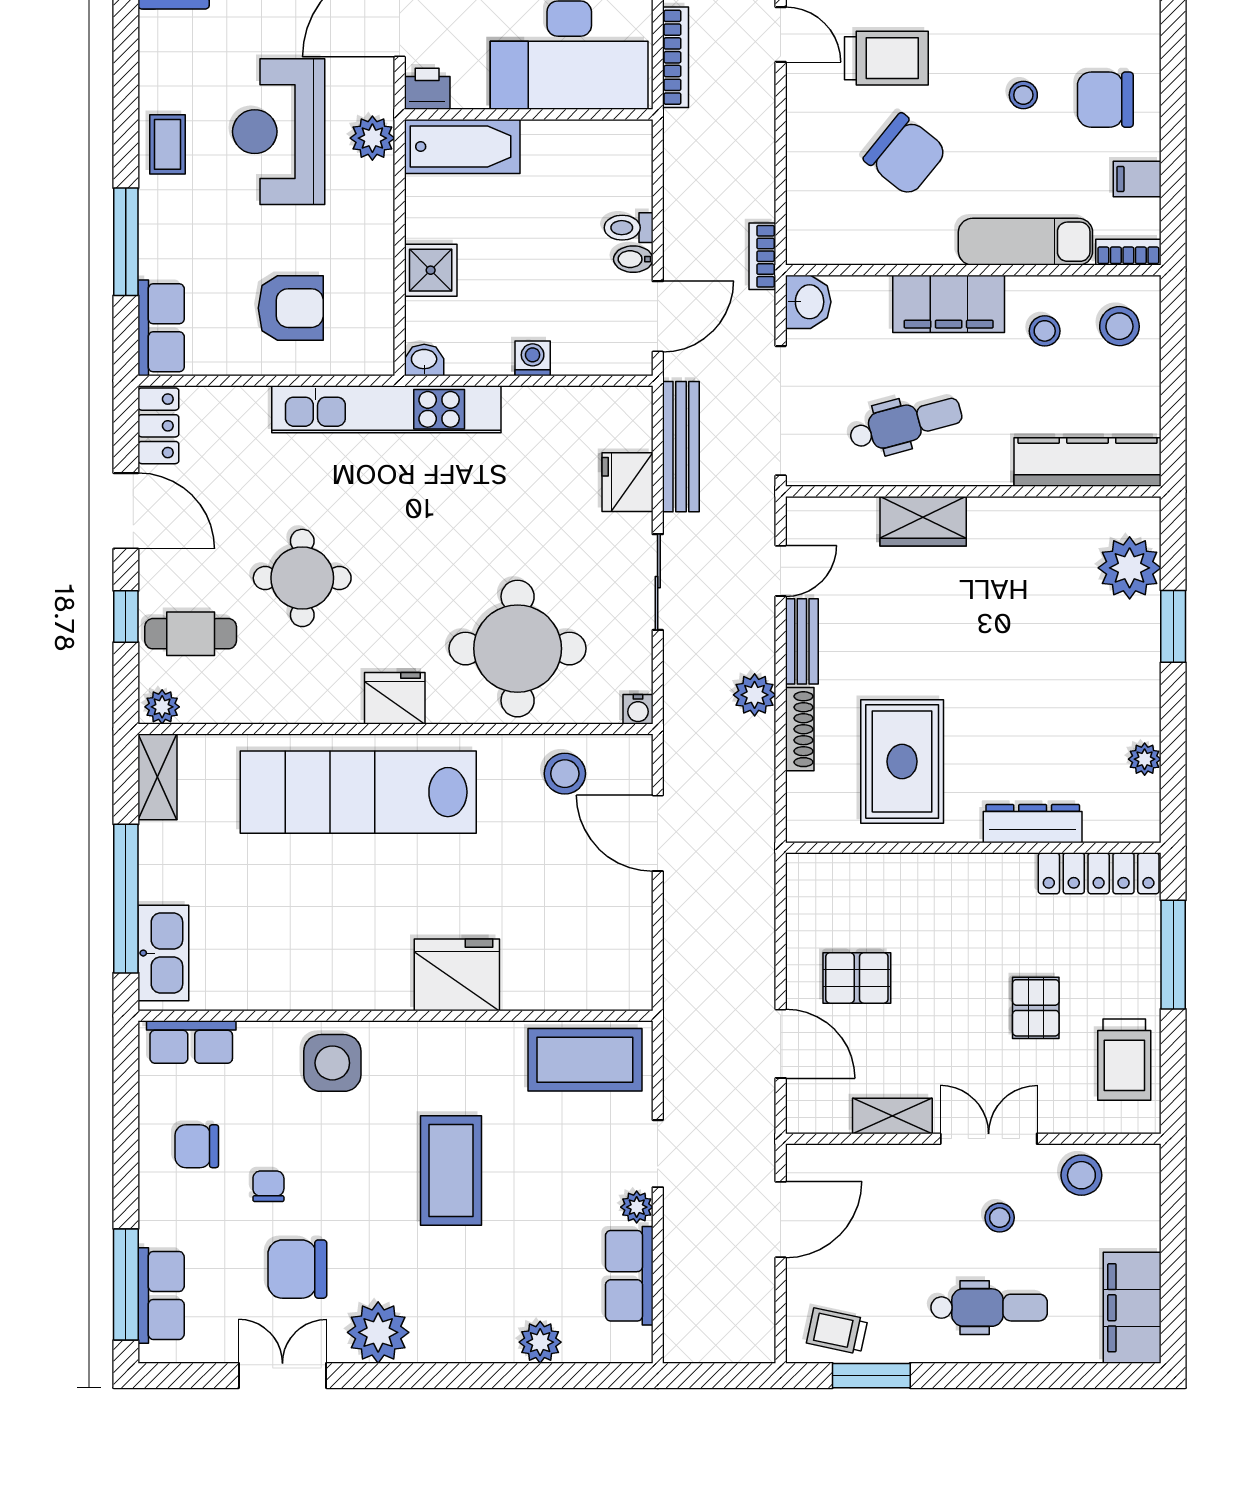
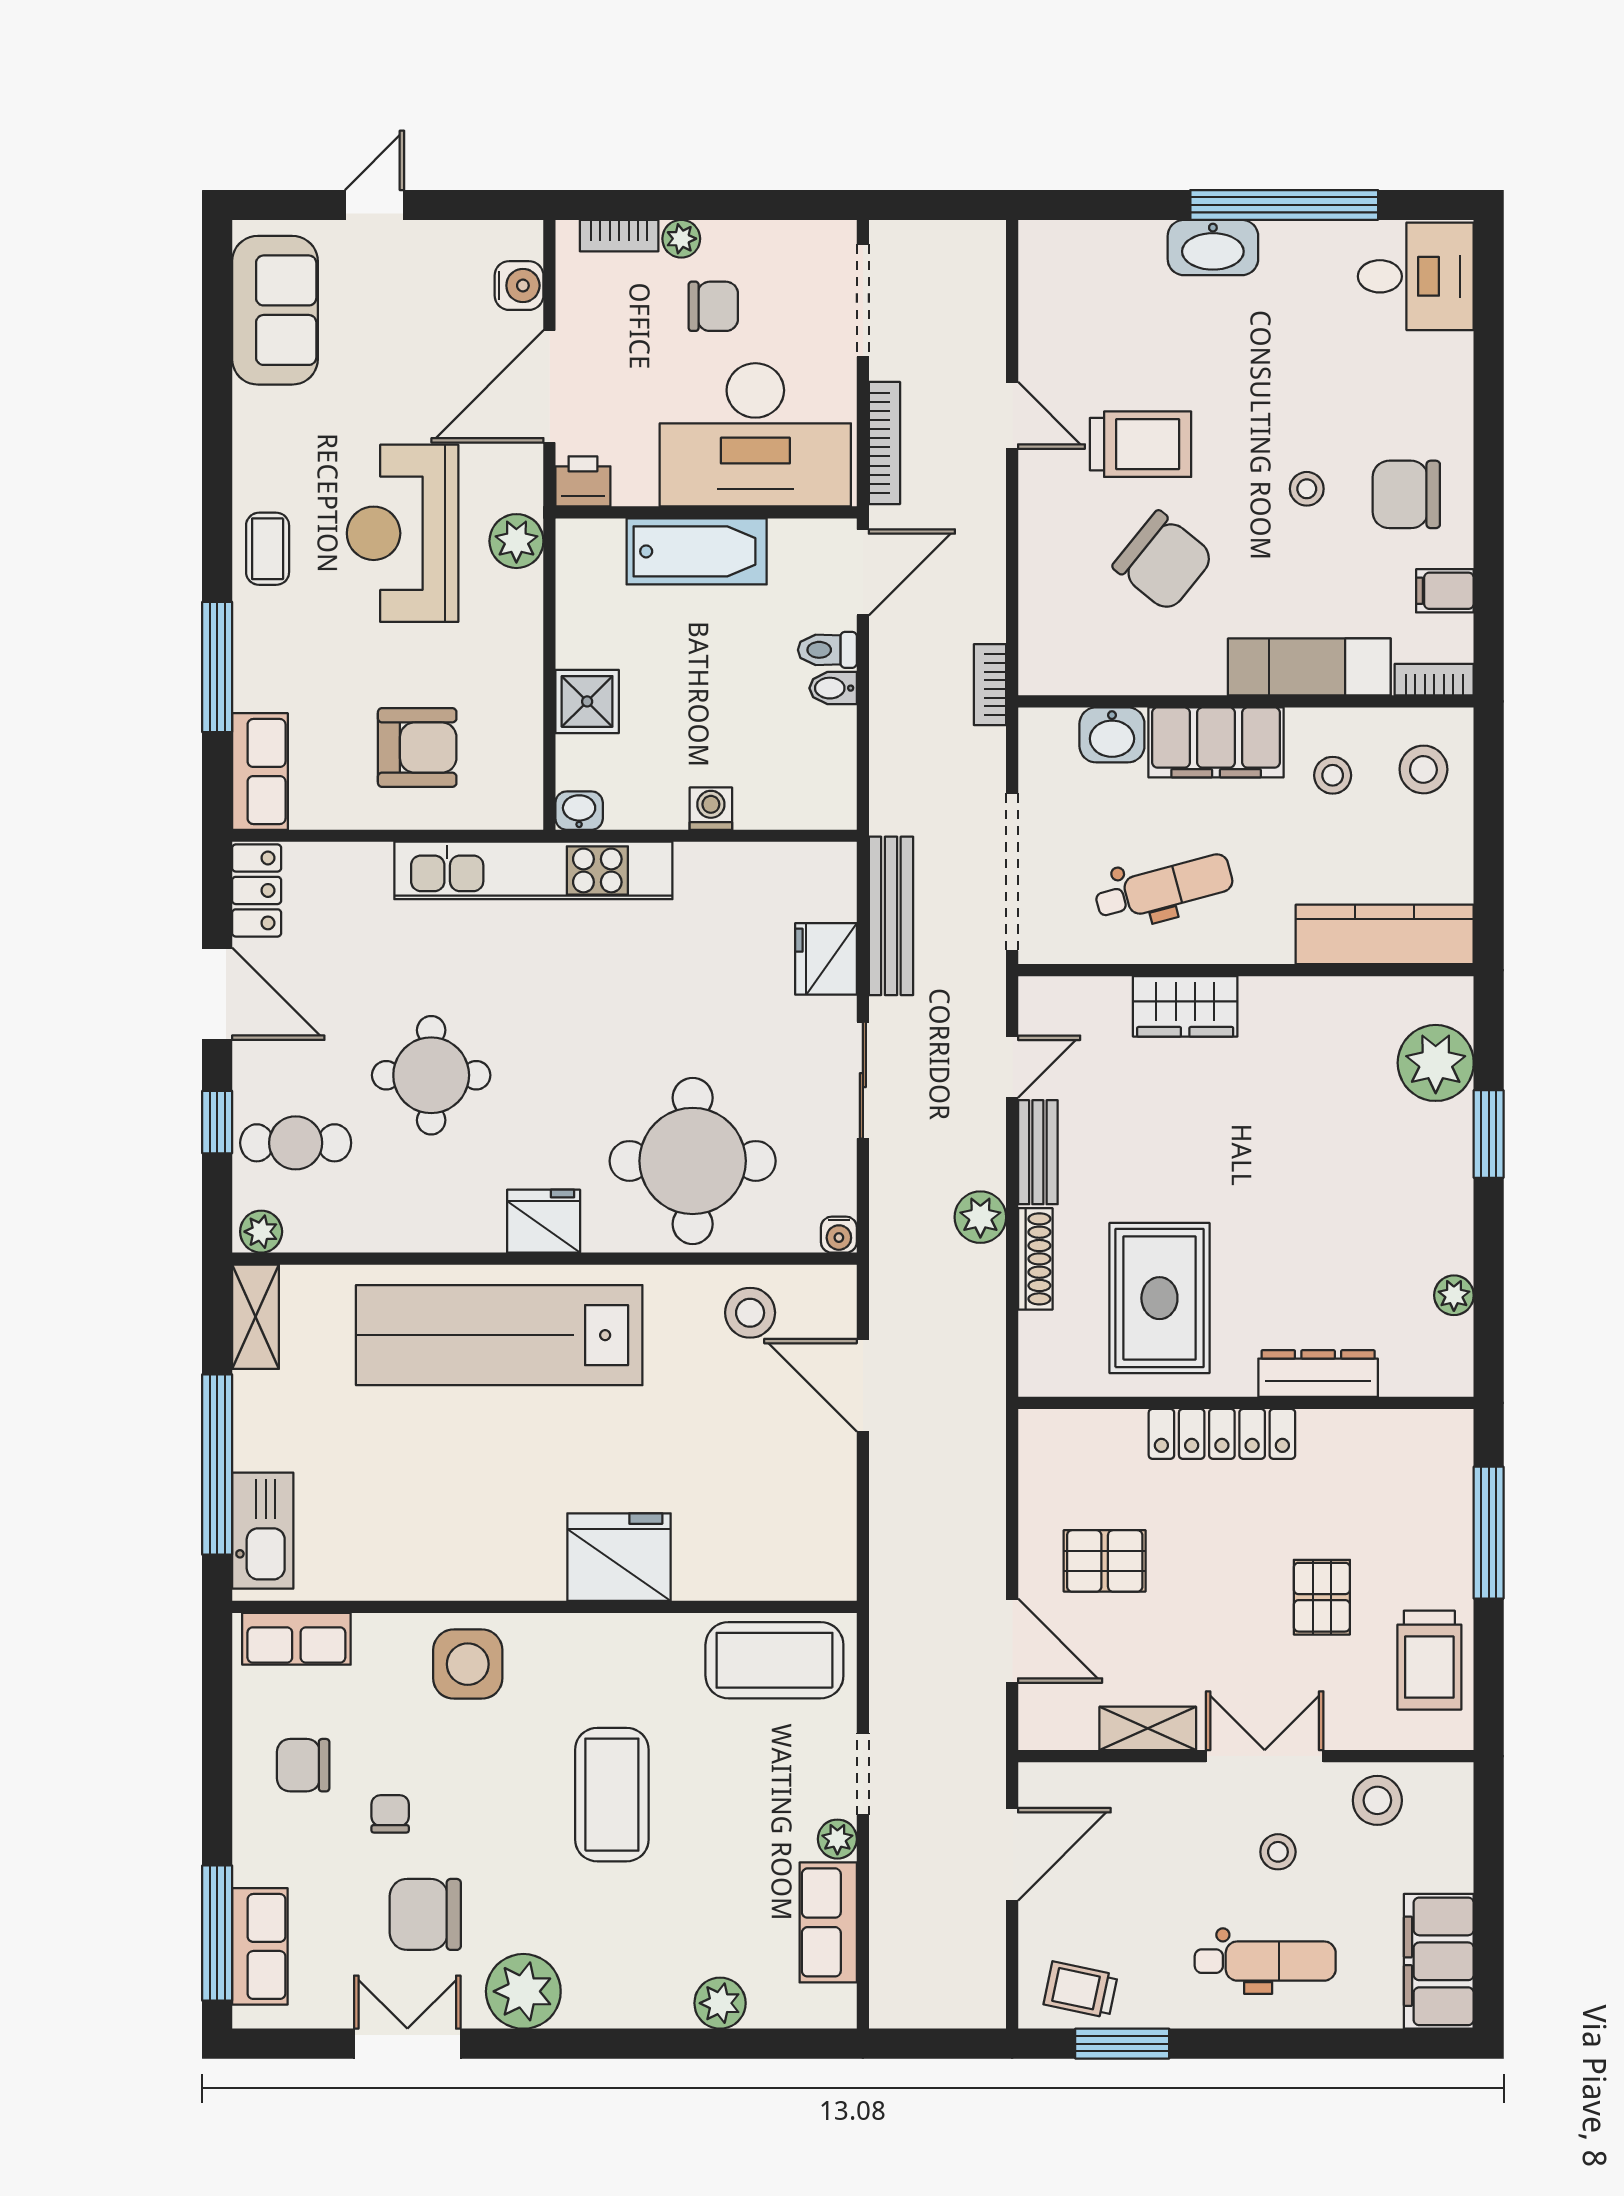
bathtub: (462, 147) -> (697, 551), moved
washbasin: (808, 302) -> (1112, 735), moved, turned 90
door: (658, 316) -> (863, 572), moved
locker: (1099, 873) -> (1222, 1434), moved

